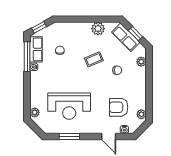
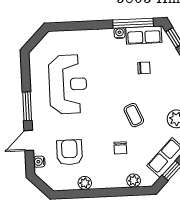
reception desk: (69, 106) -> (68, 84), turned 180
plant: (35, 112) -> (57, 37), removed
plant: (141, 114) -> (85, 183), moved
window: (69, 136) -> (27, 106), moved

